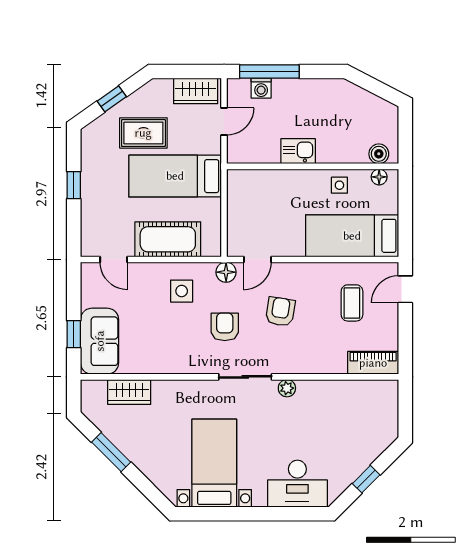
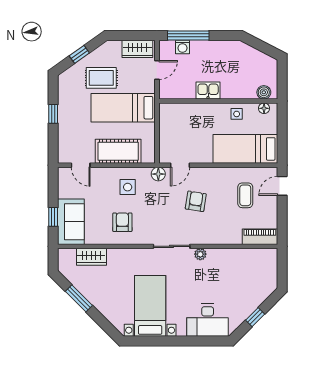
armchair: (225, 327) -> (122, 222), moved

